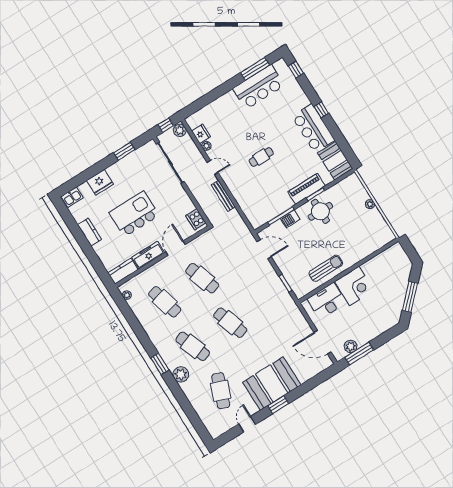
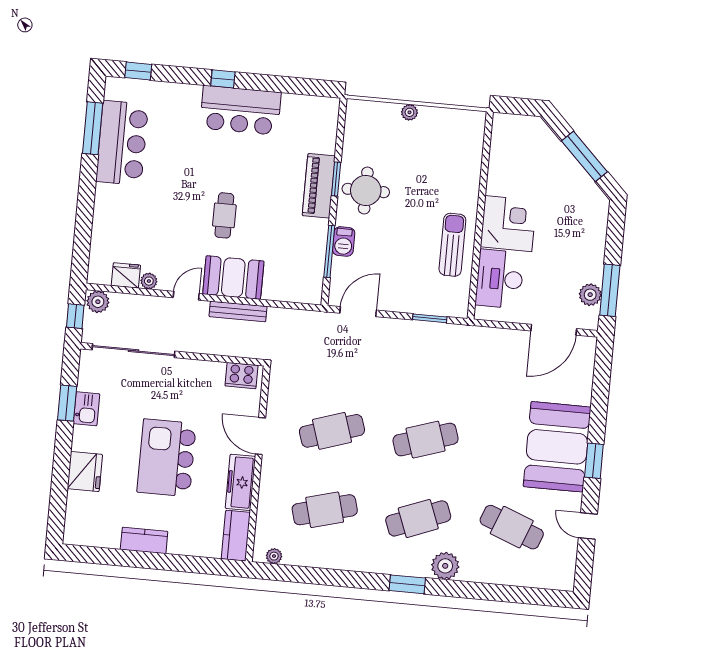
booth: (335, 161) -> (233, 278), moved
kitchen sink: (72, 197) -> (86, 409), moved

